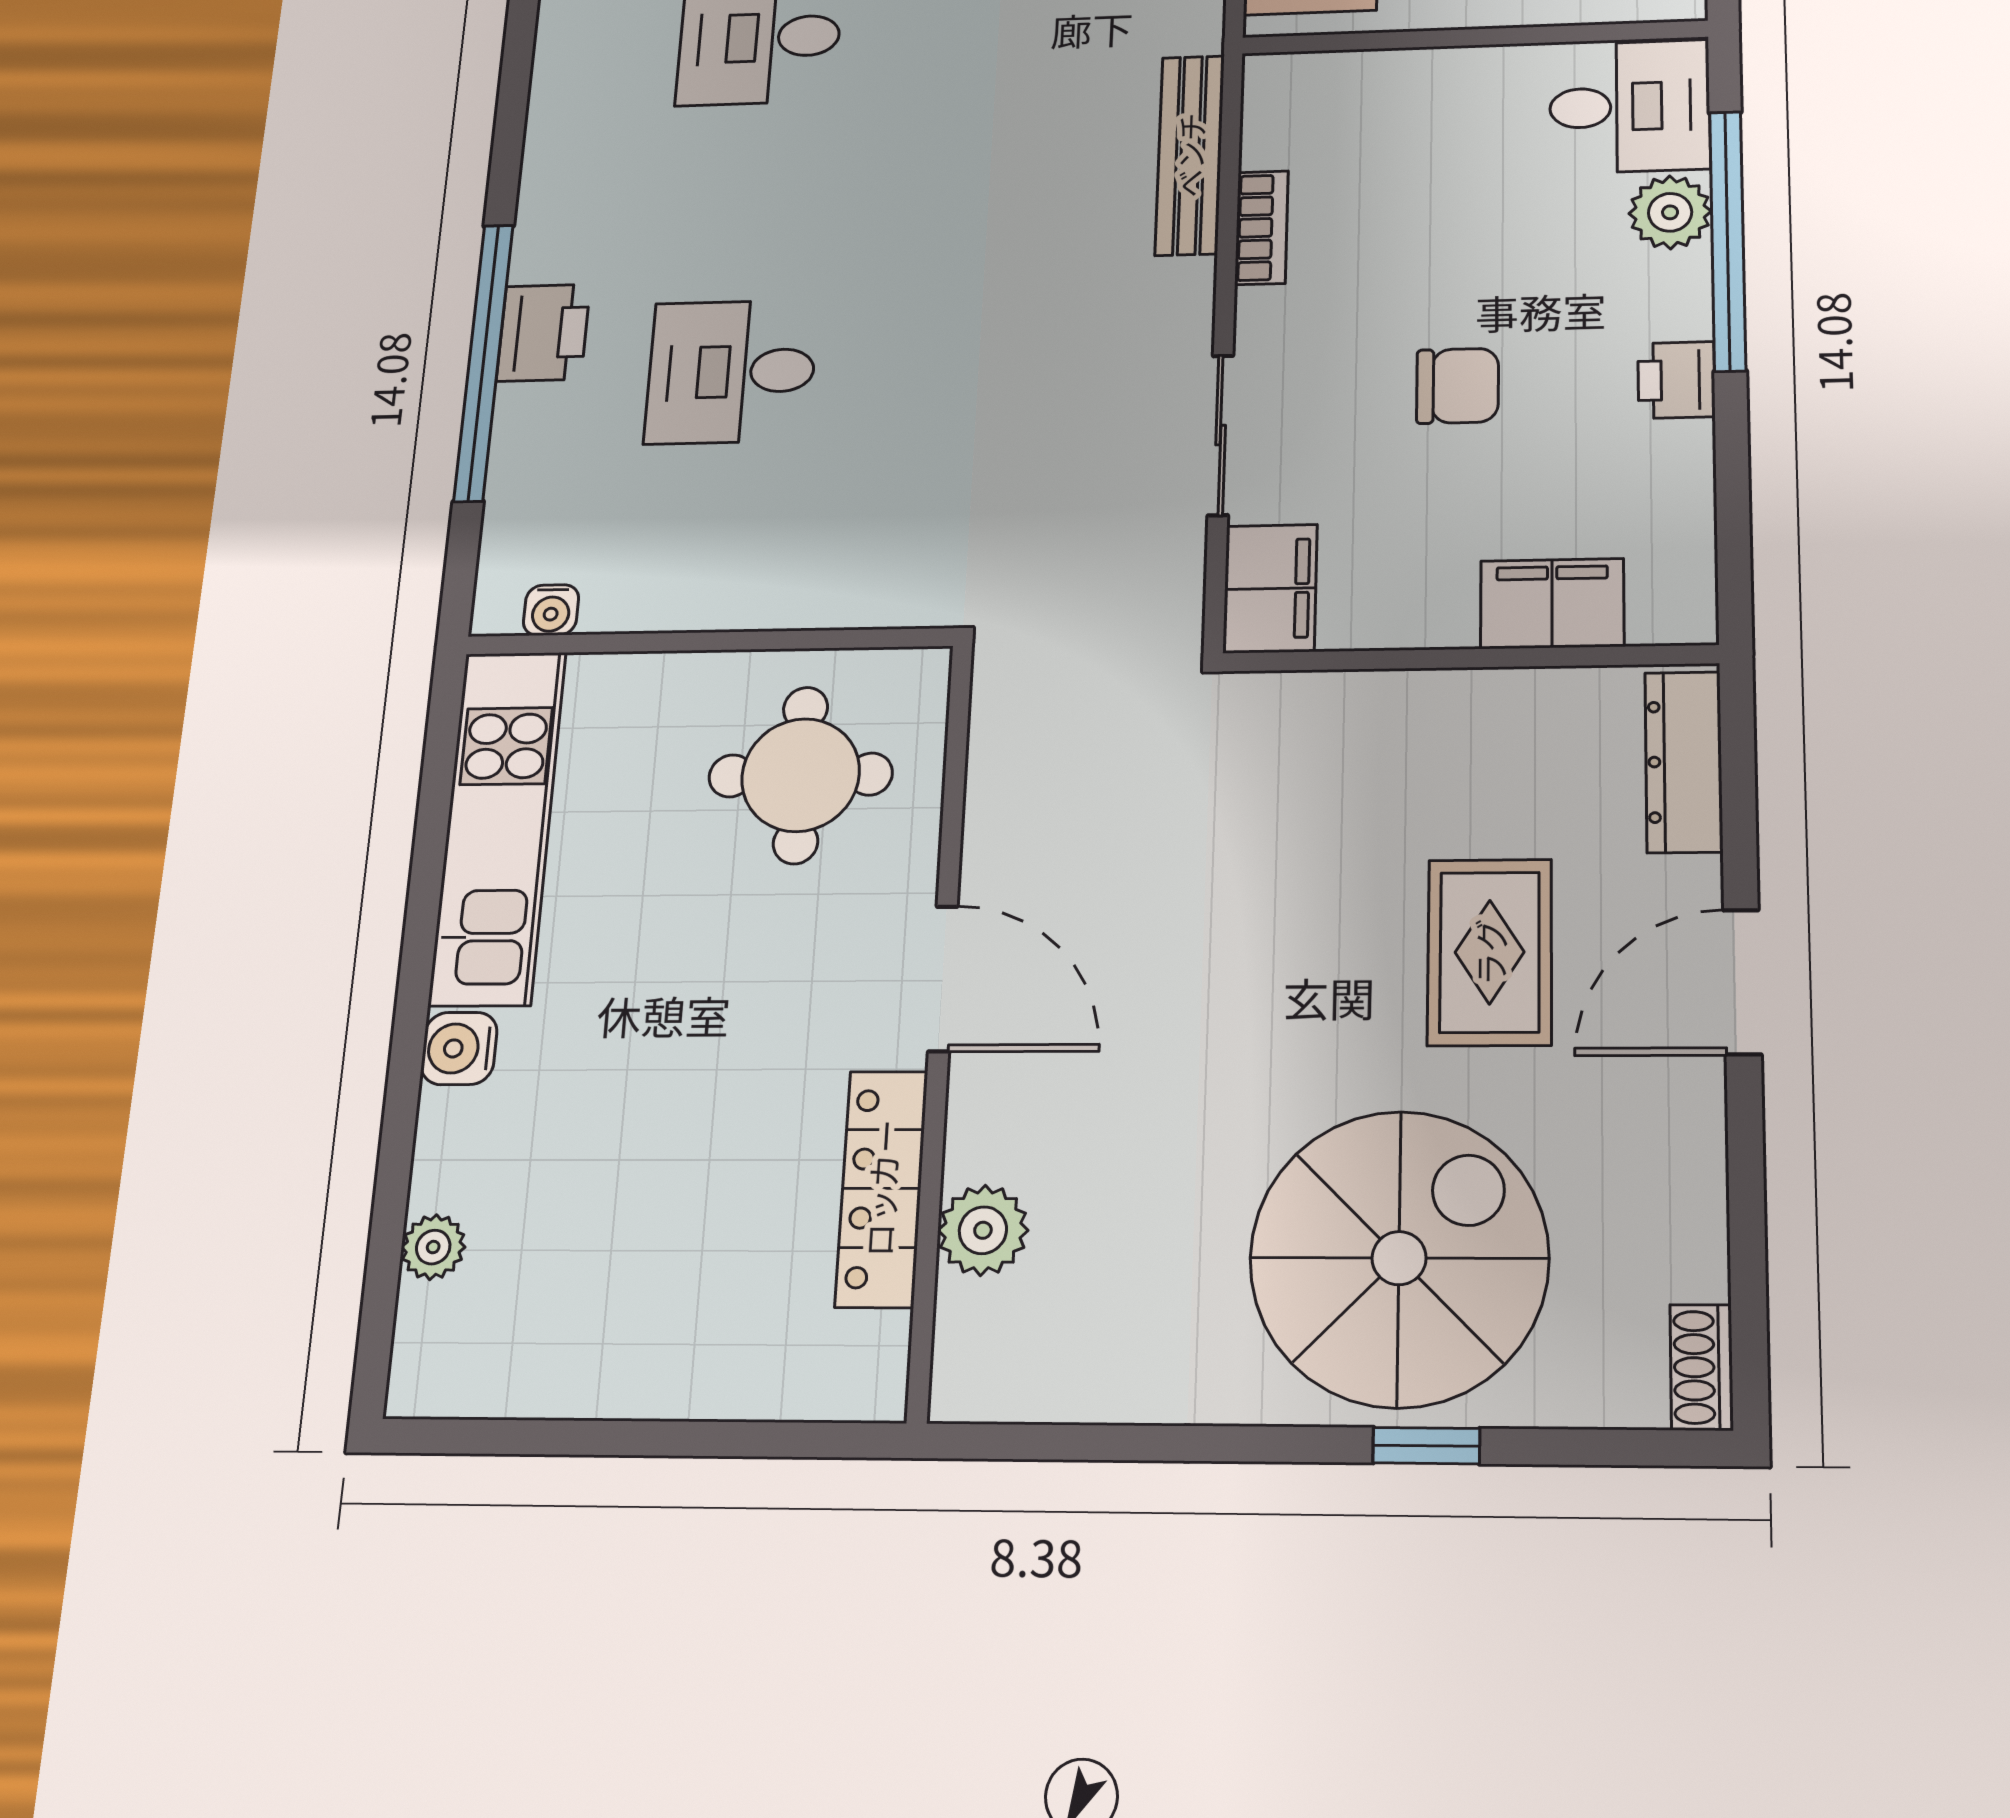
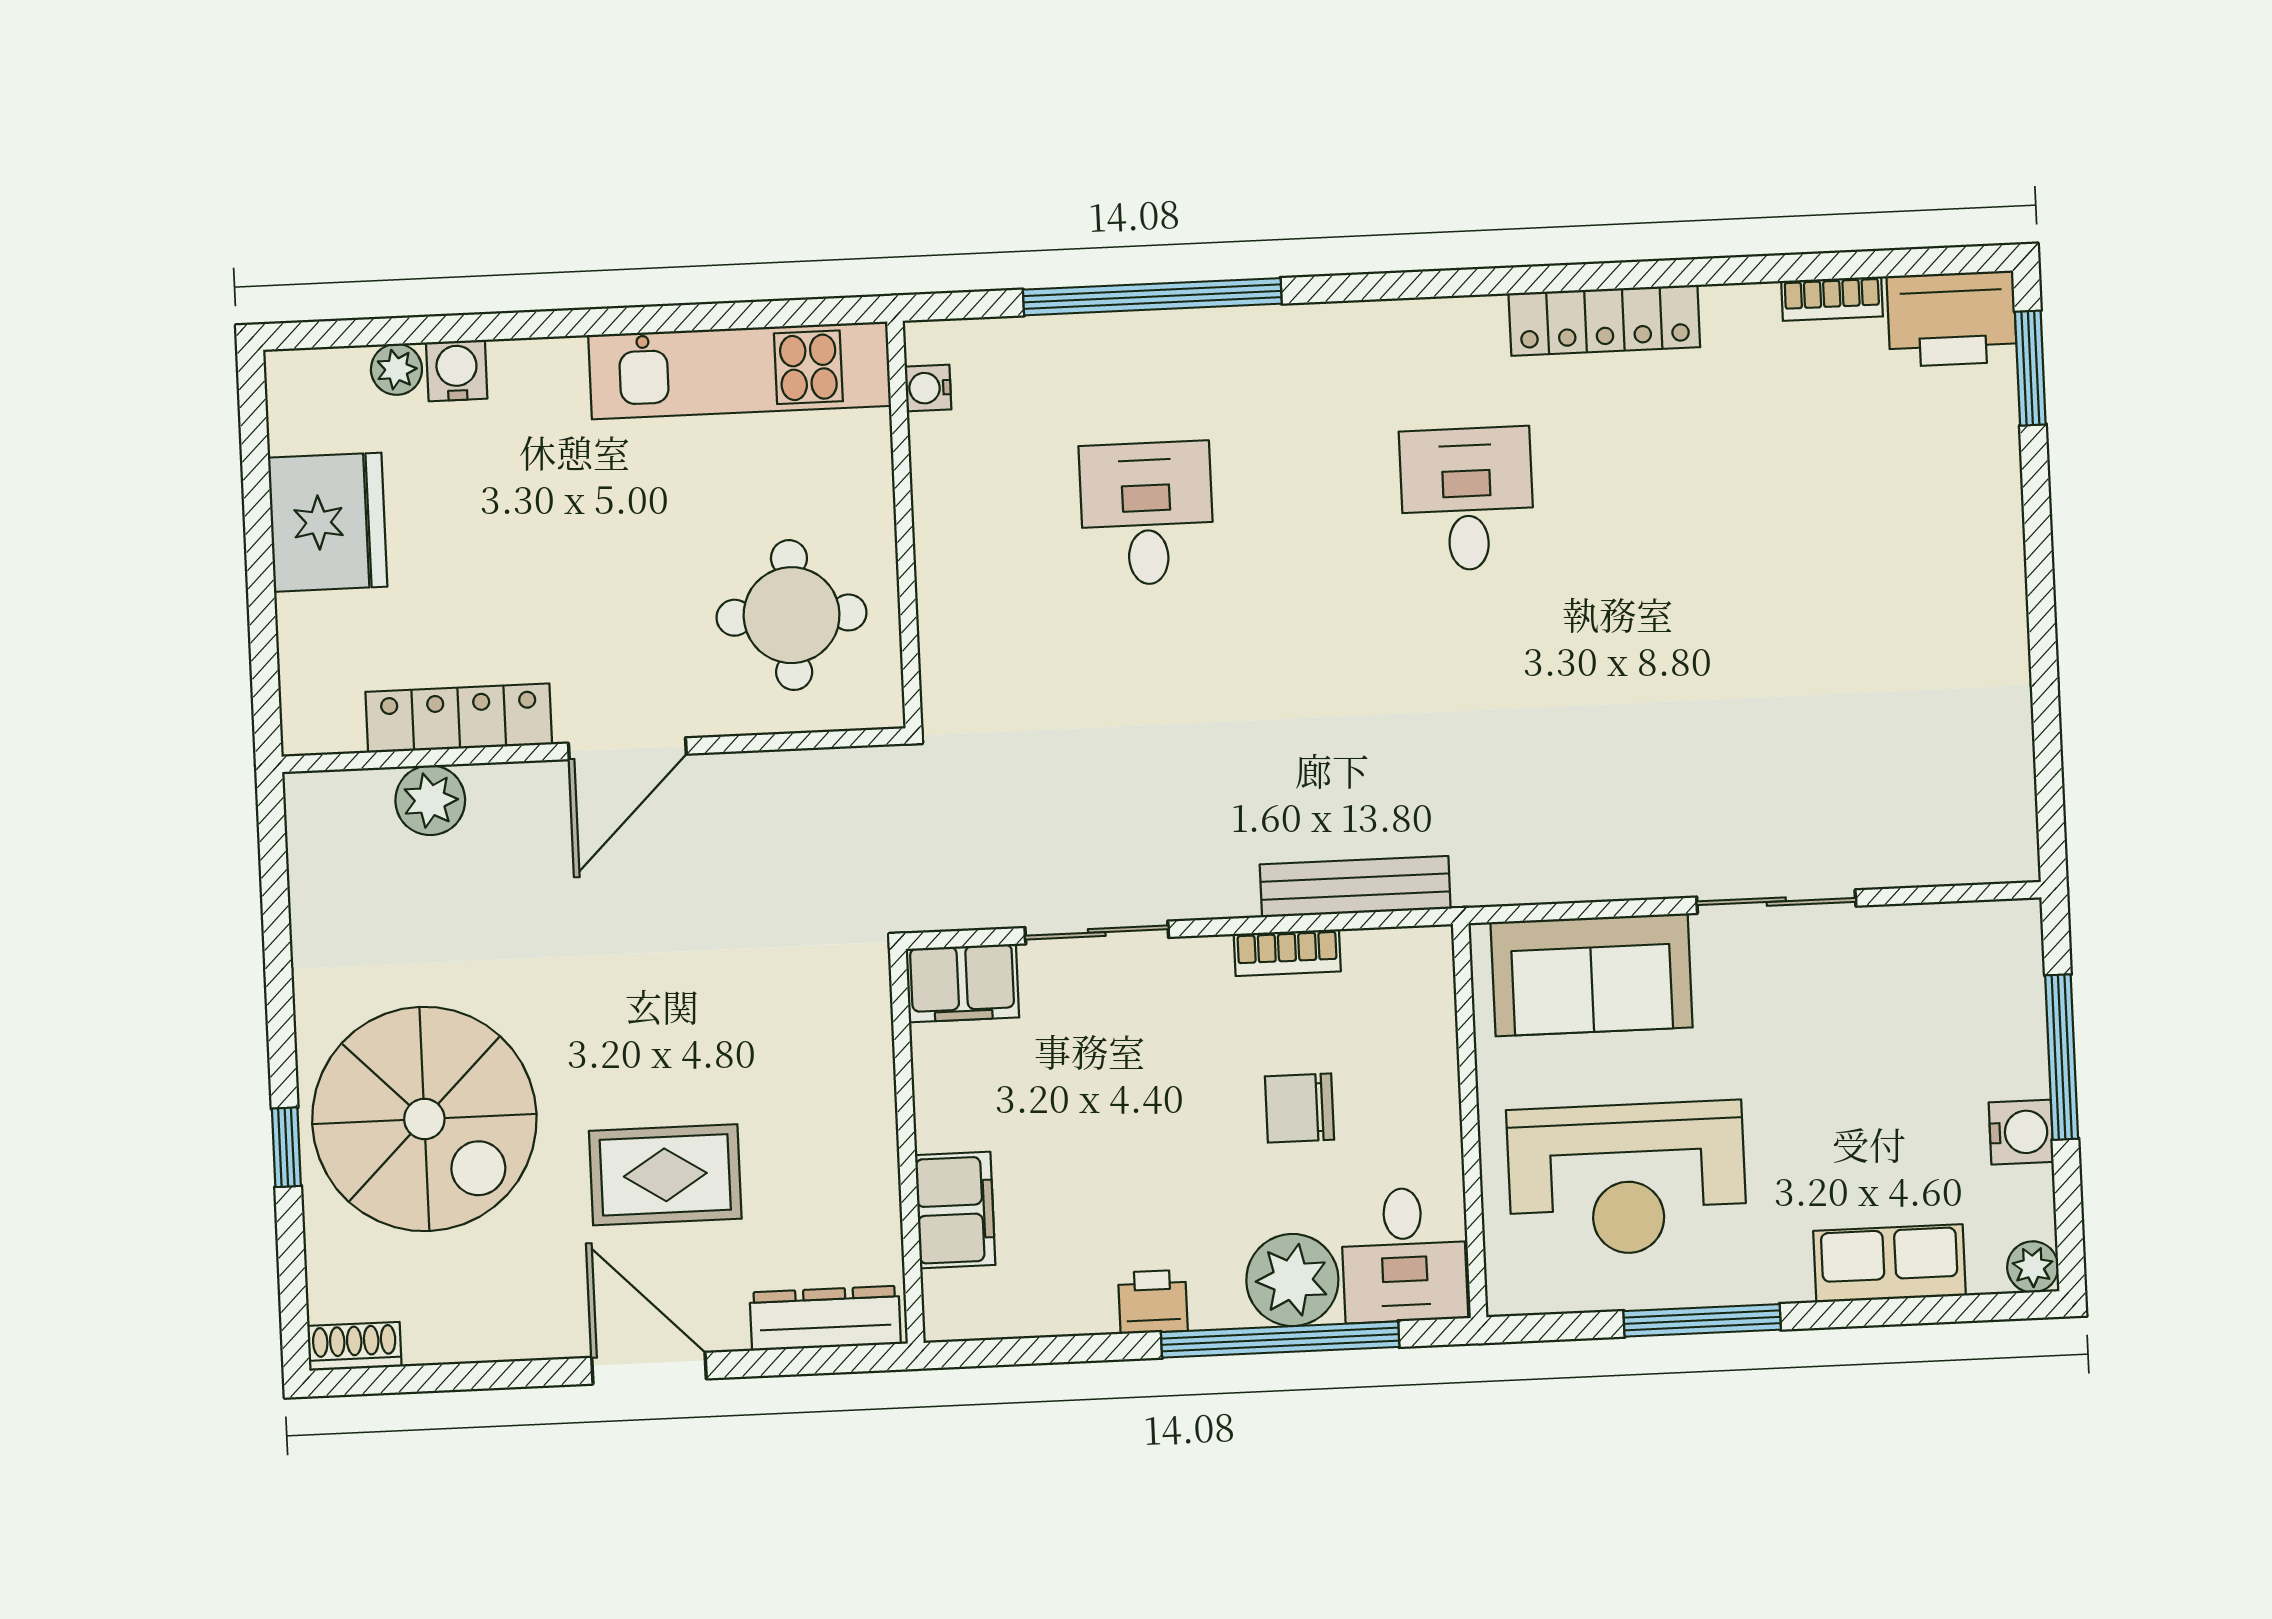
plant: (1670, 212) -> (1292, 1280), width x1.36, depth x1.36
printer: (543, 333) -> (1180, 345), removed
chair: (1458, 386) -> (1300, 1108), moved, turned 90
water cooler: (459, 1048) -> (457, 371), moved
fridge: (612, 1346) -> (328, 522), added

